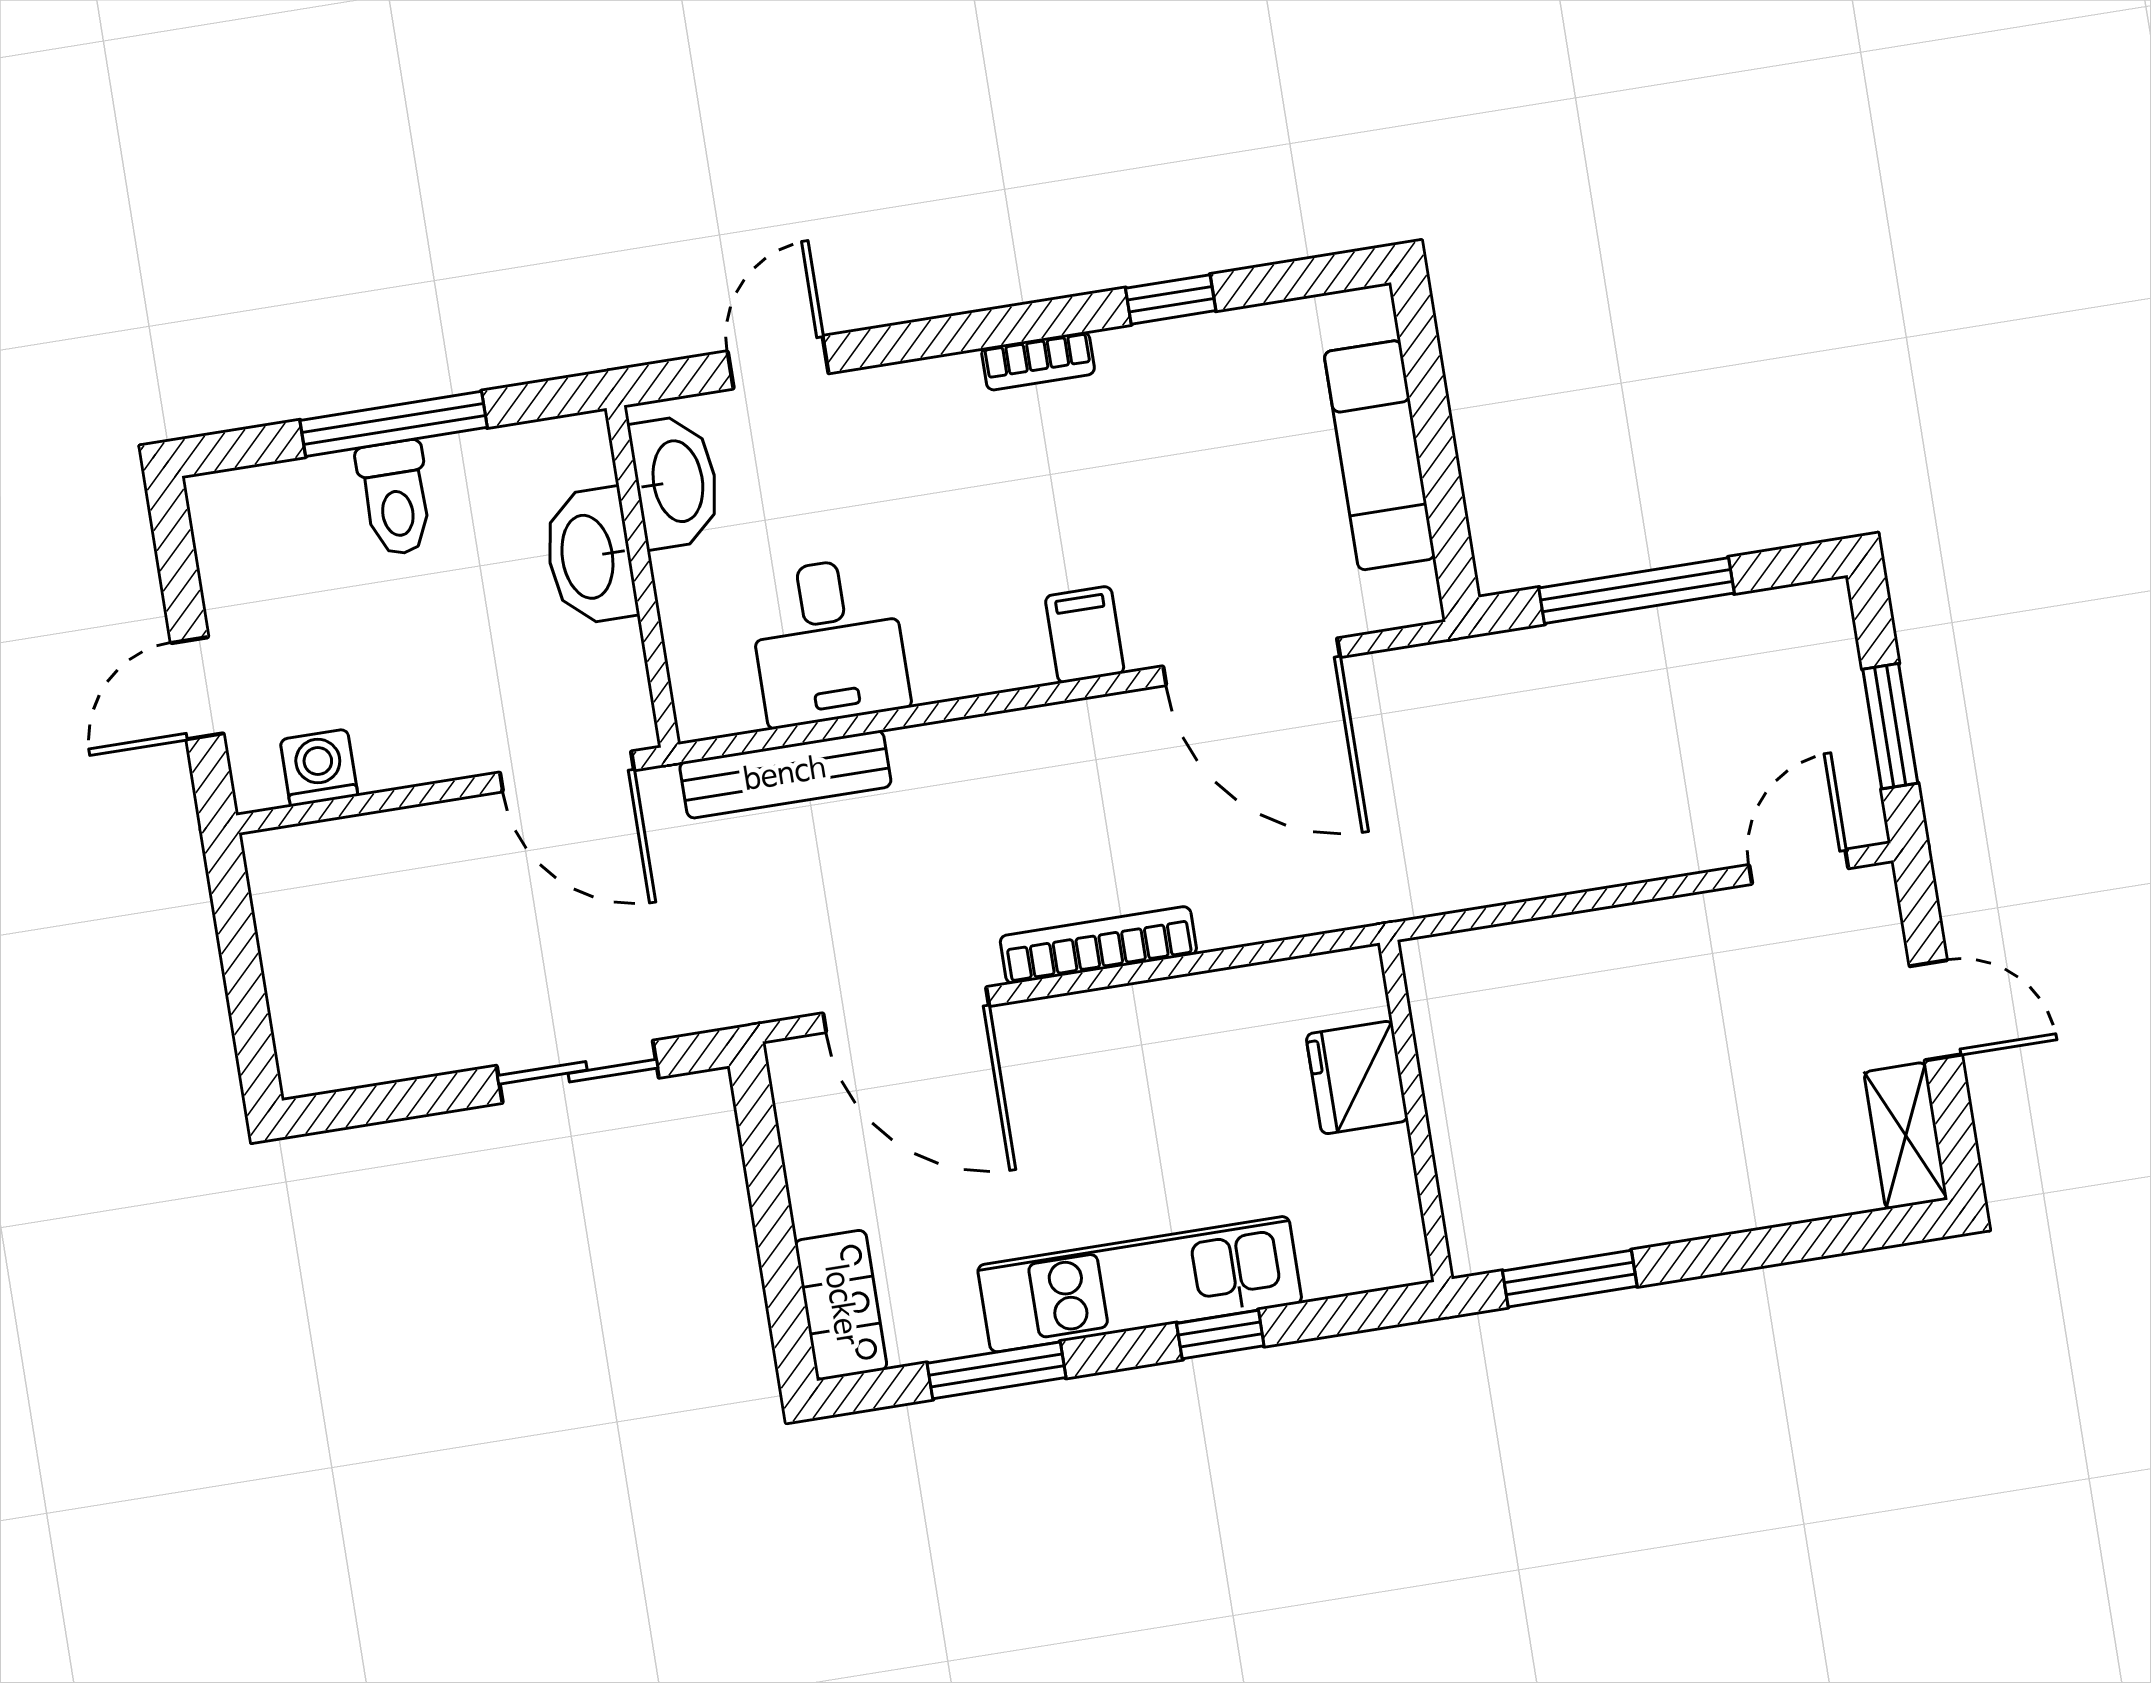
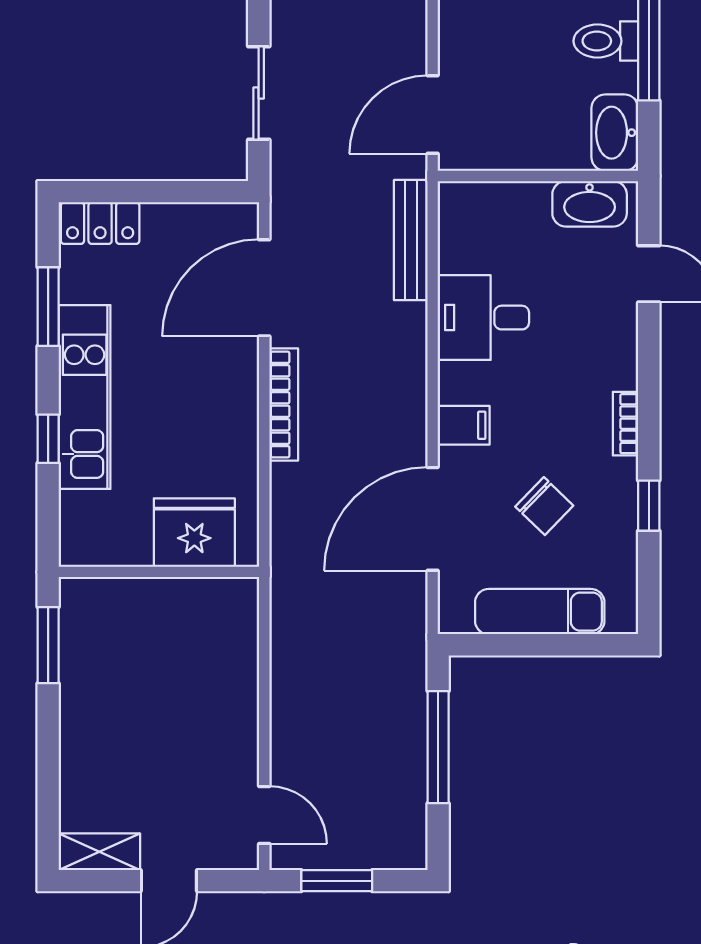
chair: (1200, 476) -> (544, 506), added
washbasin: (590, 556) -> (615, 133), moved, turned -90
desk: (828, 641) -> (483, 318), moved
fridge: (1357, 1077) -> (194, 533), width x1.36, depth x1.34

